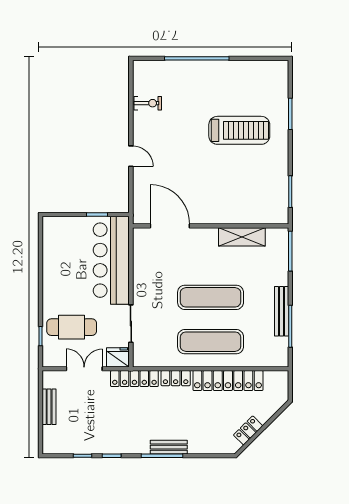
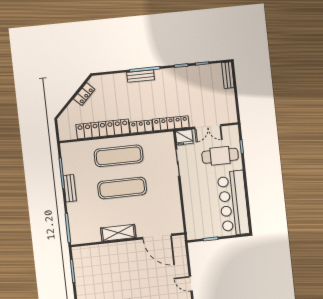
shelving: (242, 237) -> (118, 233), moved
bar counter: (111, 260) -> (233, 203), moved, turned 180
bench: (282, 311) -> (70, 188), width x0.73
bench: (49, 407) -> (228, 75), moved

